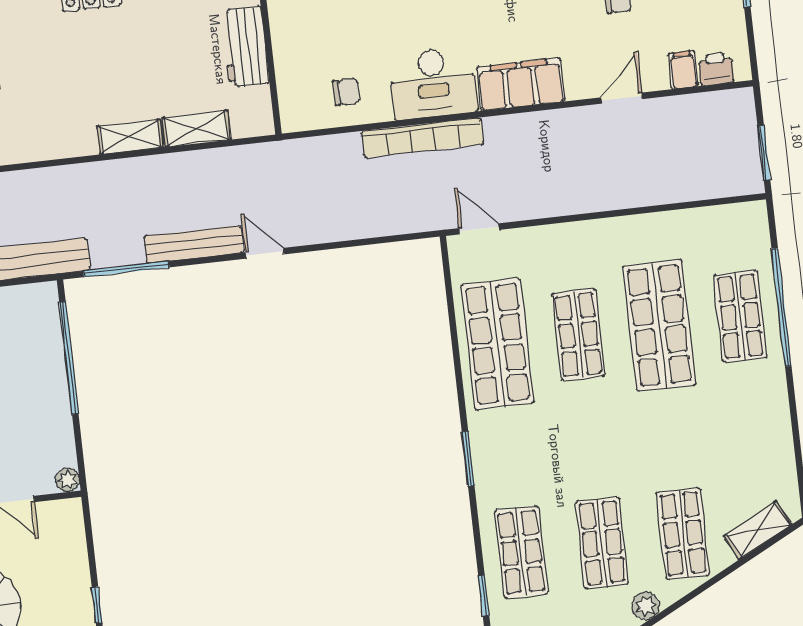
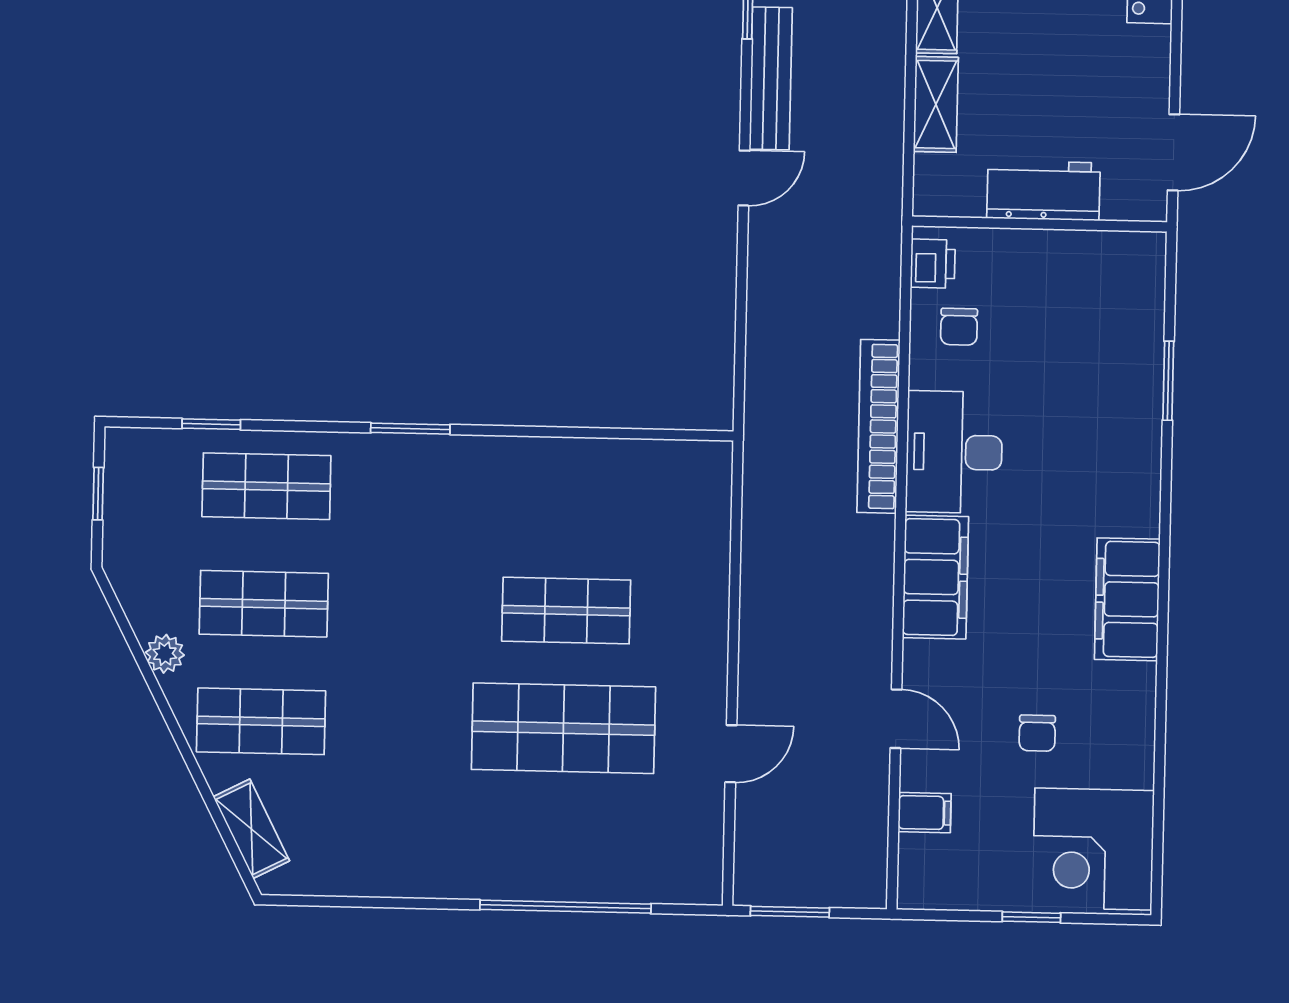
printer: (716, 69) -> (933, 264), moved
door: (479, 229) -> (731, 754), moved
shop shelf: (740, 316) -> (561, 846), removed
shop shelf: (497, 344) -> (569, 493), removed

